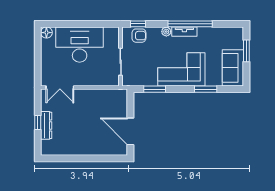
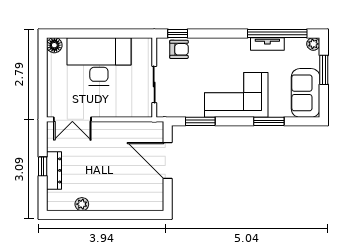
window: (190, 24) -> (277, 33), moved
plant: (166, 32) -> (313, 44), moved
tv unit: (184, 32) -> (267, 44), moved
door: (130, 131) -> (168, 160), moved
plant: (67, 150) -> (82, 204), added

